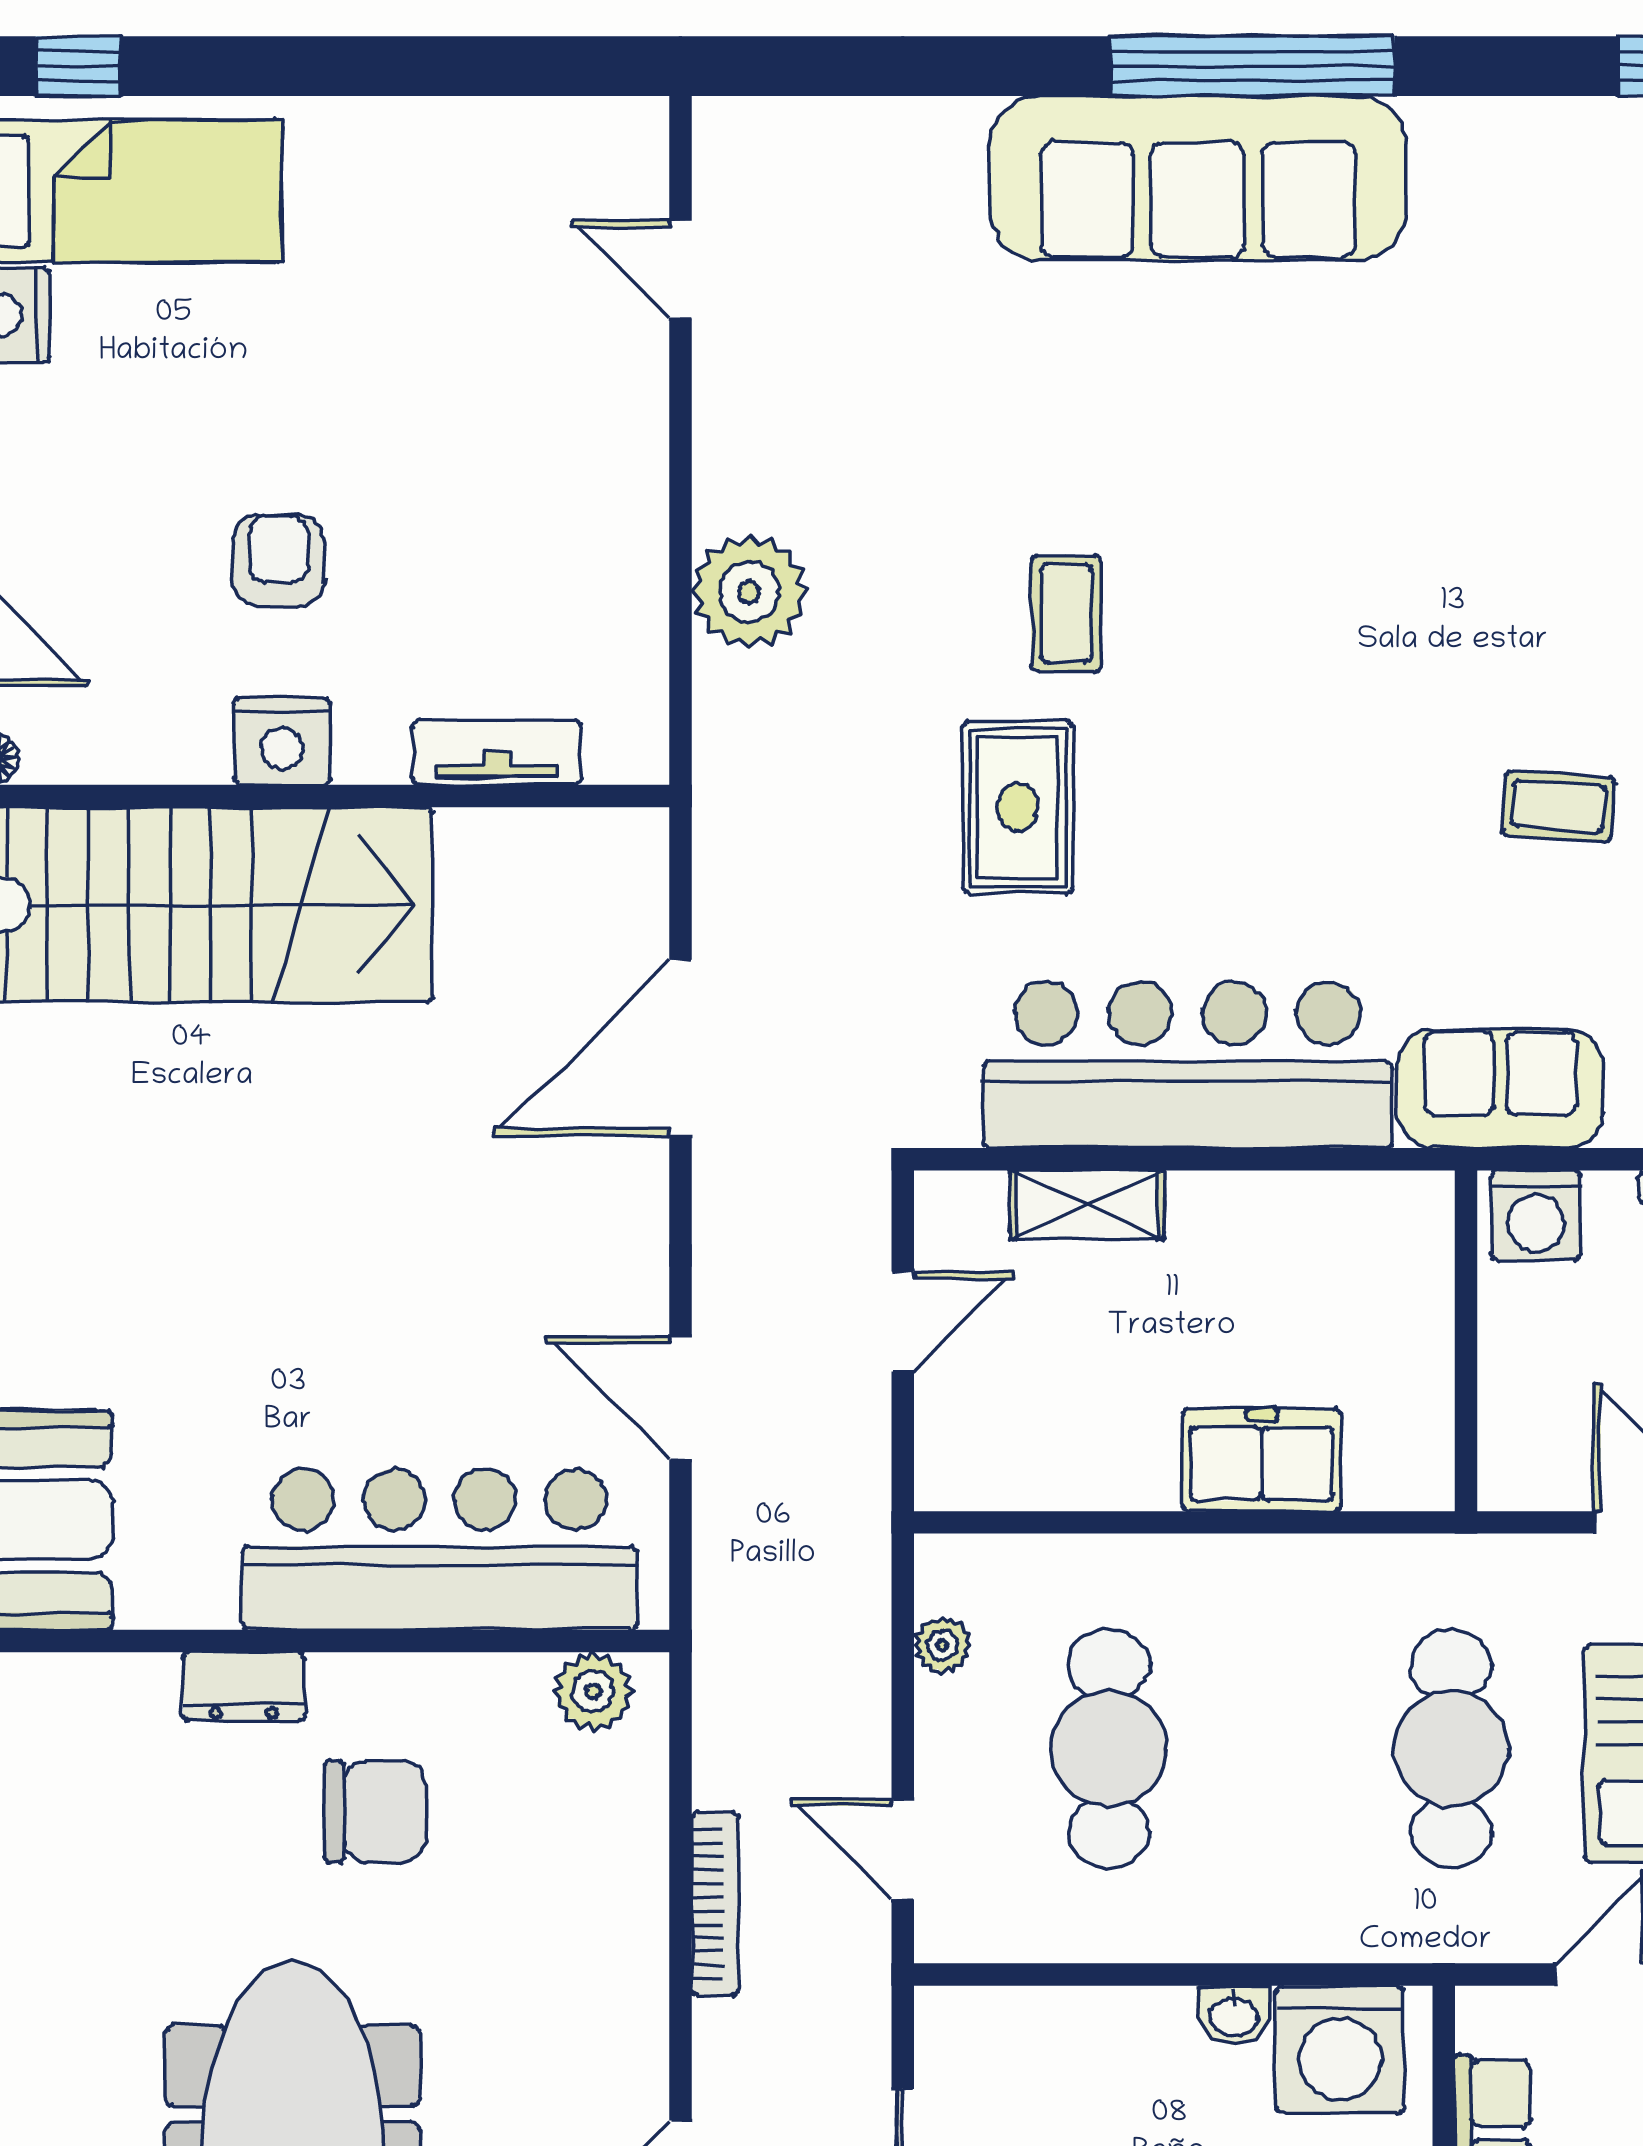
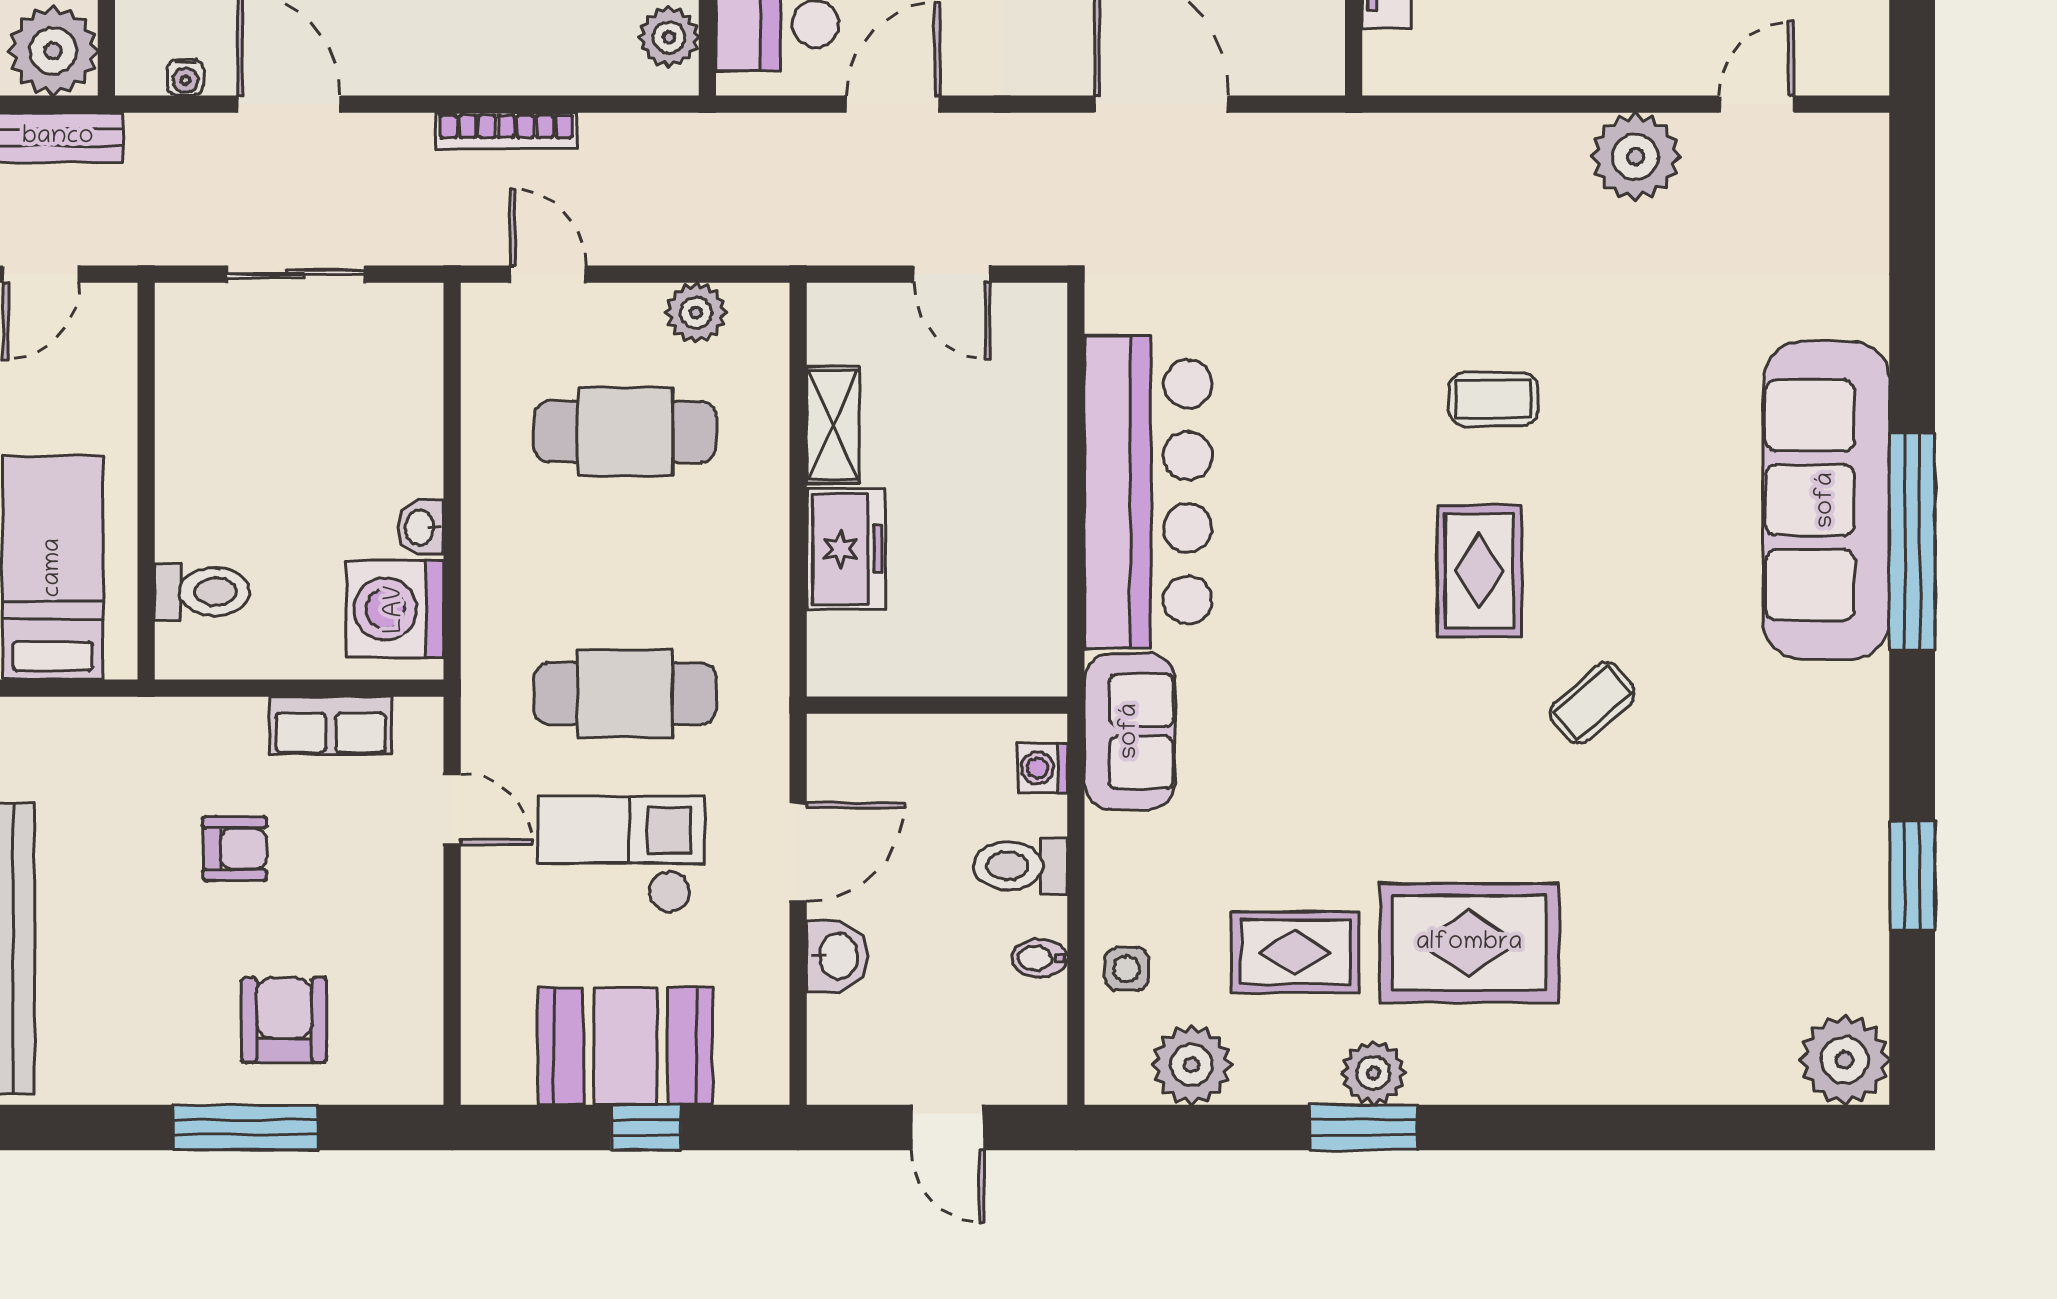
plant: (749, 592) -> (1635, 157), moved
coffee table: (1559, 806) -> (1592, 703), moved, turned 45
rug: (1018, 807) -> (1479, 571), moved, turned 90
shelving: (1087, 1205) -> (833, 425), moved
washing machine: (1536, 1215) -> (1042, 768), width x0.73, depth x0.73
plant: (942, 1645) -> (696, 313), width x1.38, depth x1.38
door: (903, 1849) -> (548, 274), hinge flipped

